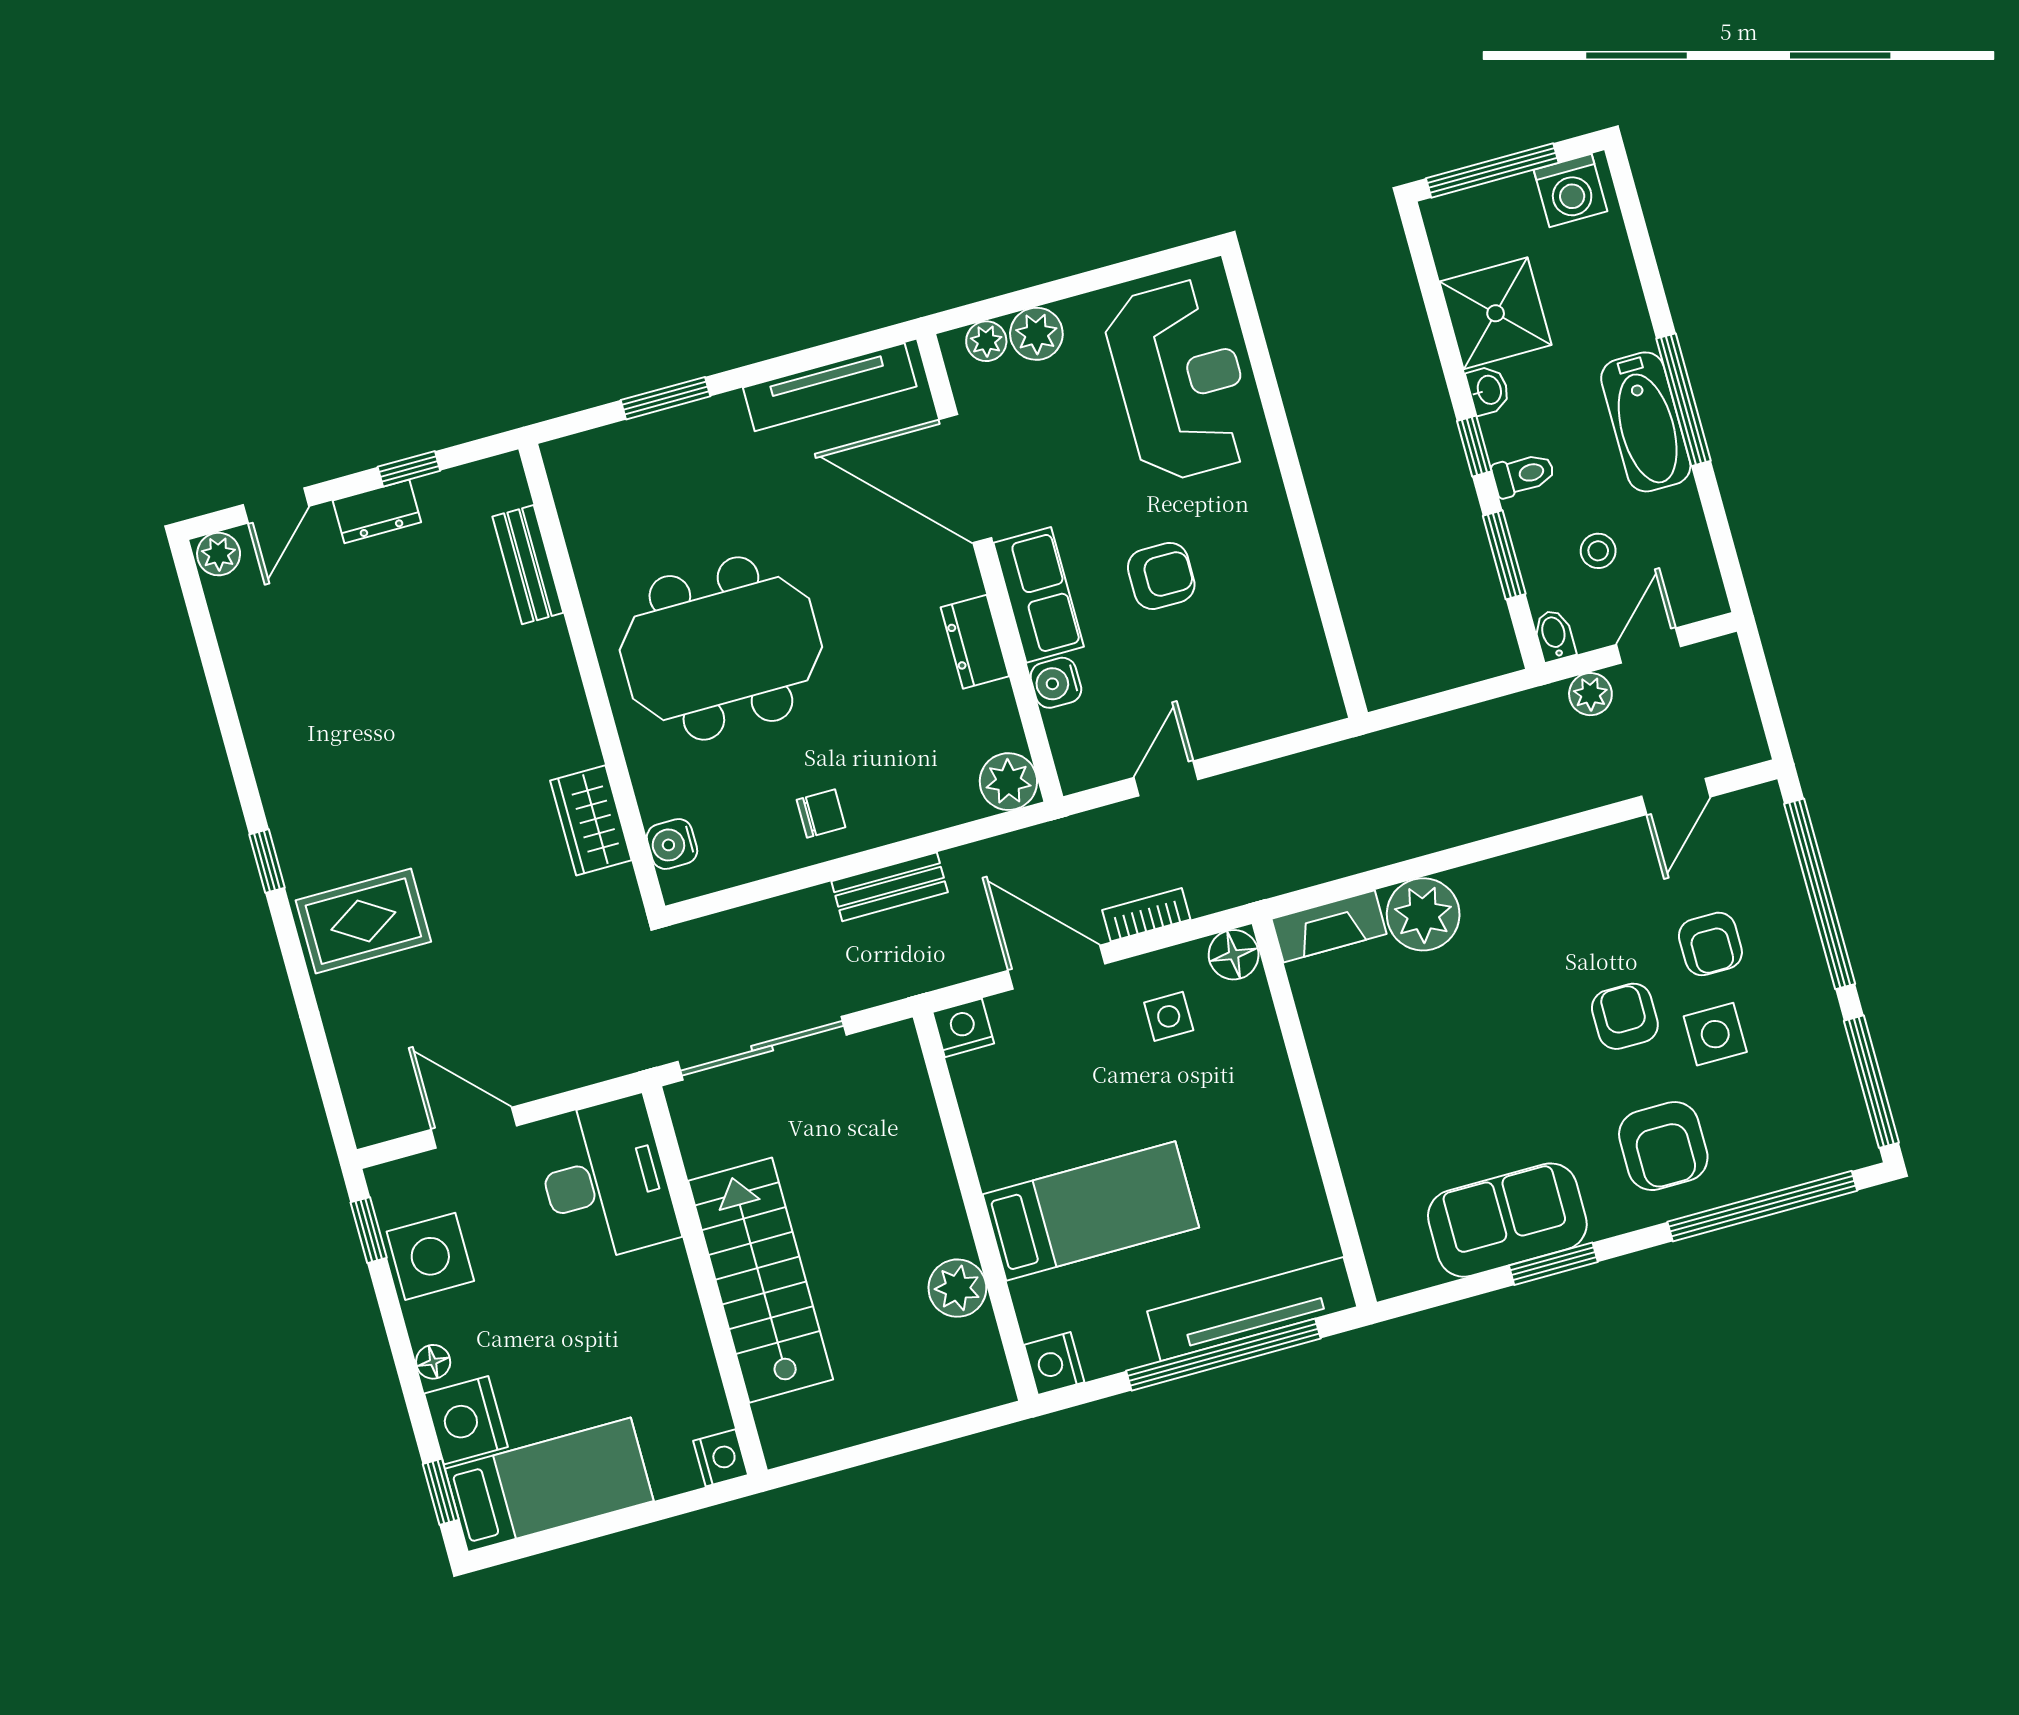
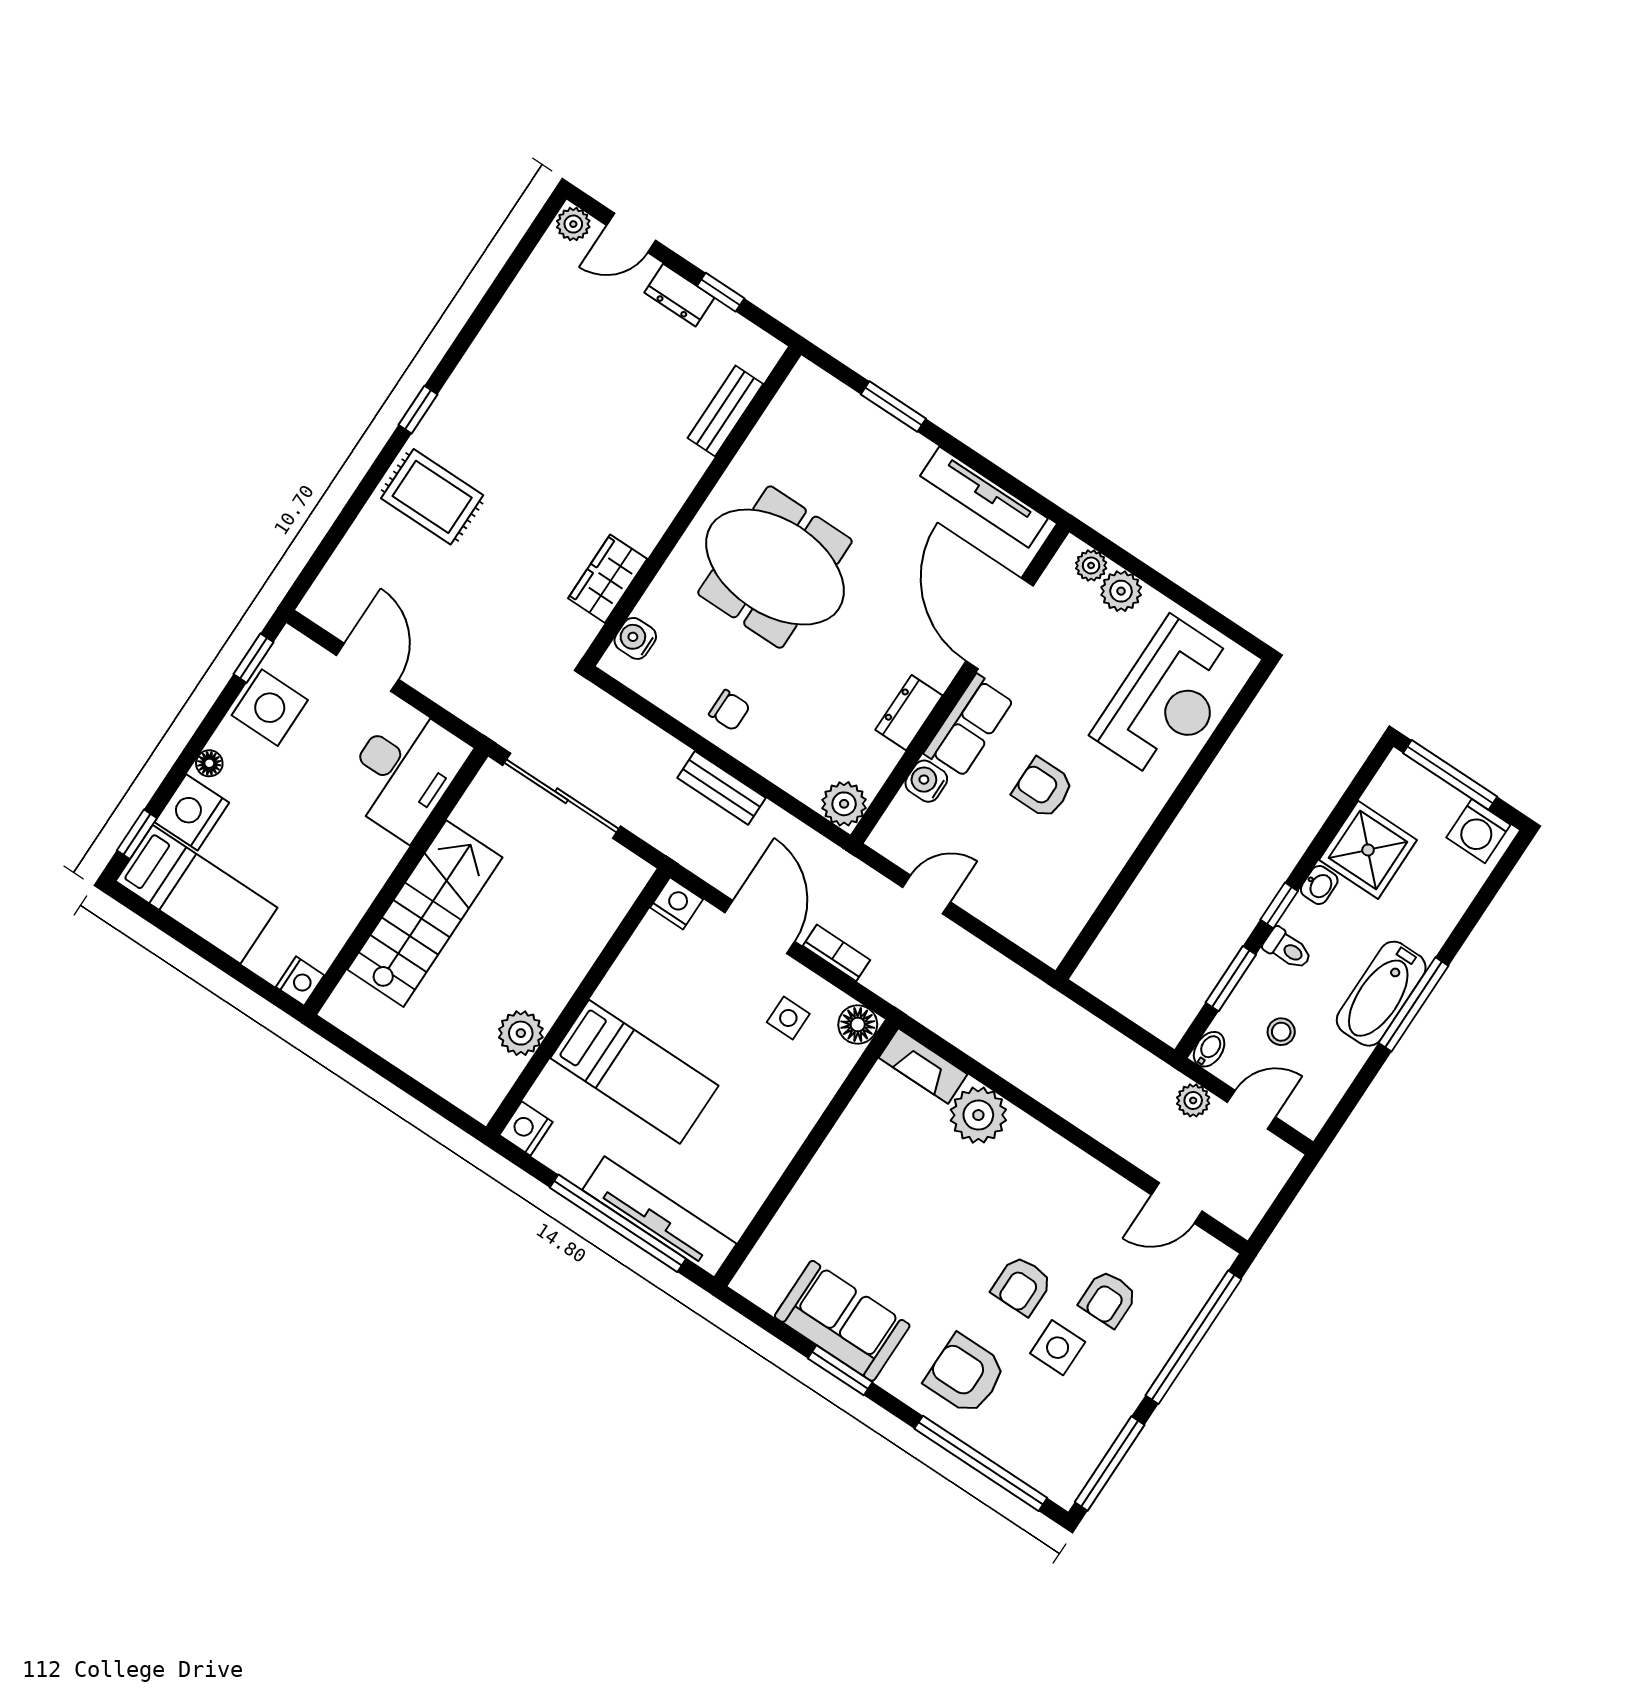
armchair: (1161, 576) -> (1043, 788), turned 180
armchair: (1625, 1016) -> (1022, 1286), turned 180
armchair: (1663, 1146) -> (965, 1374), turned 90

